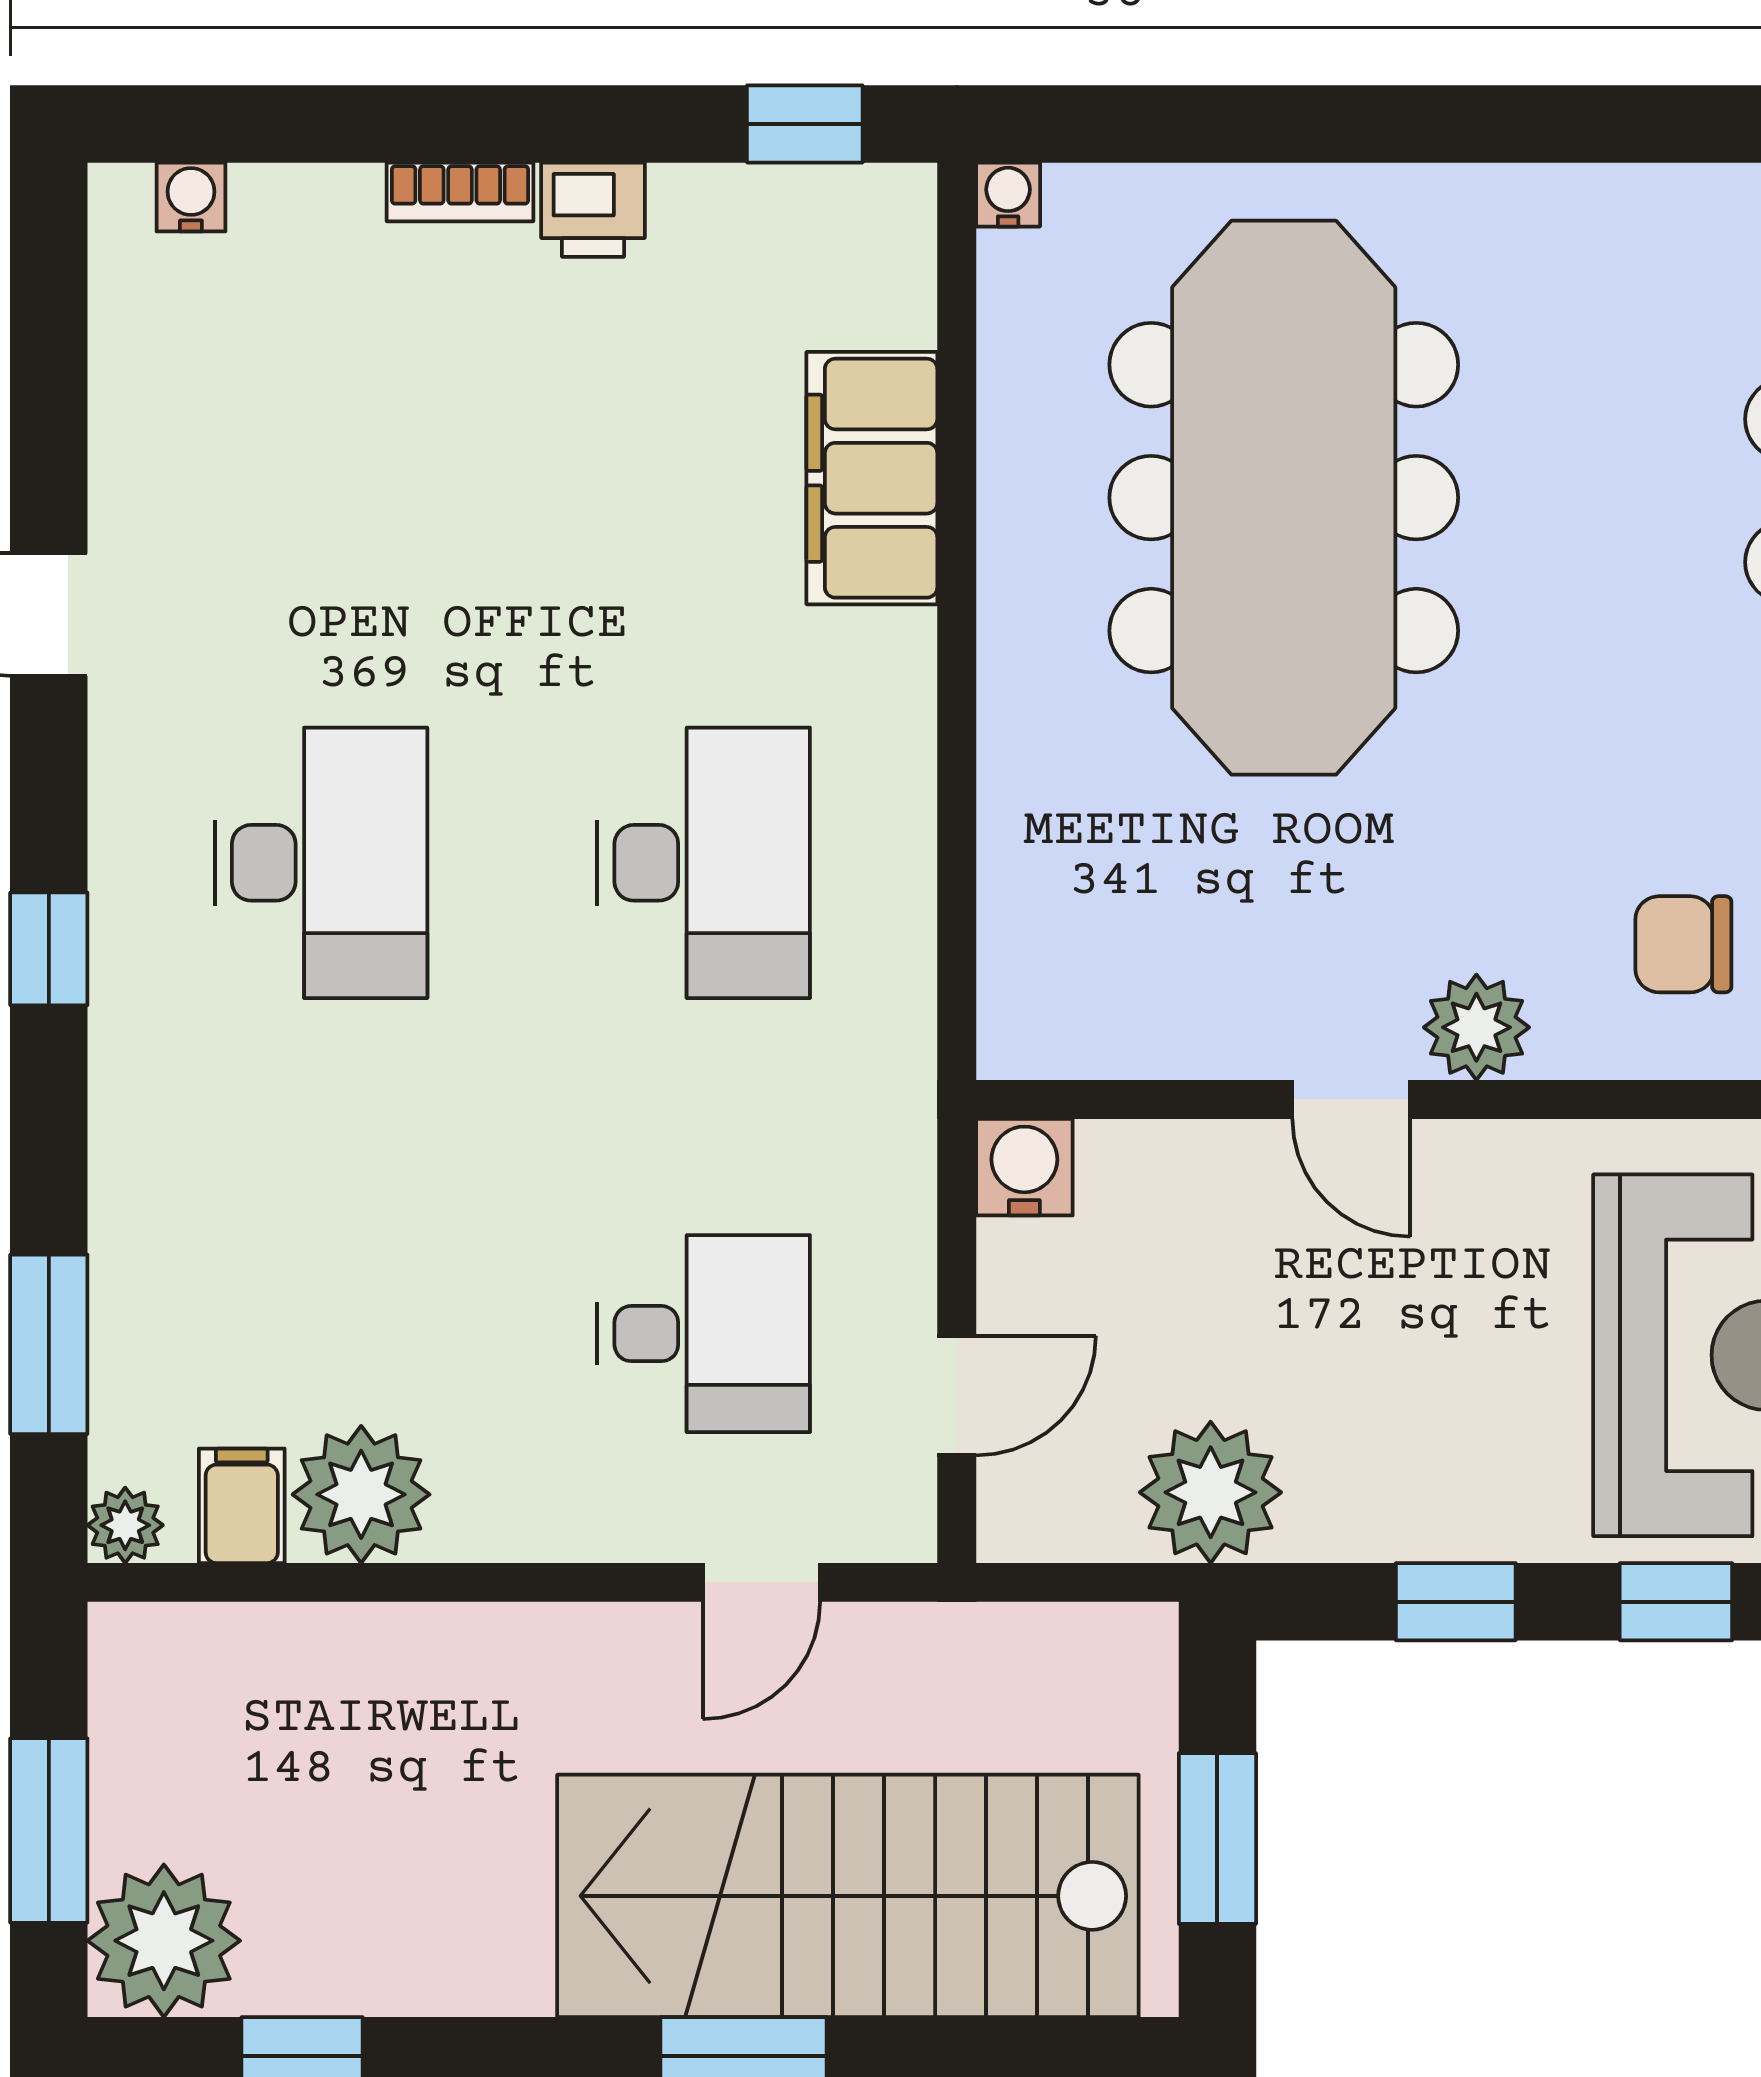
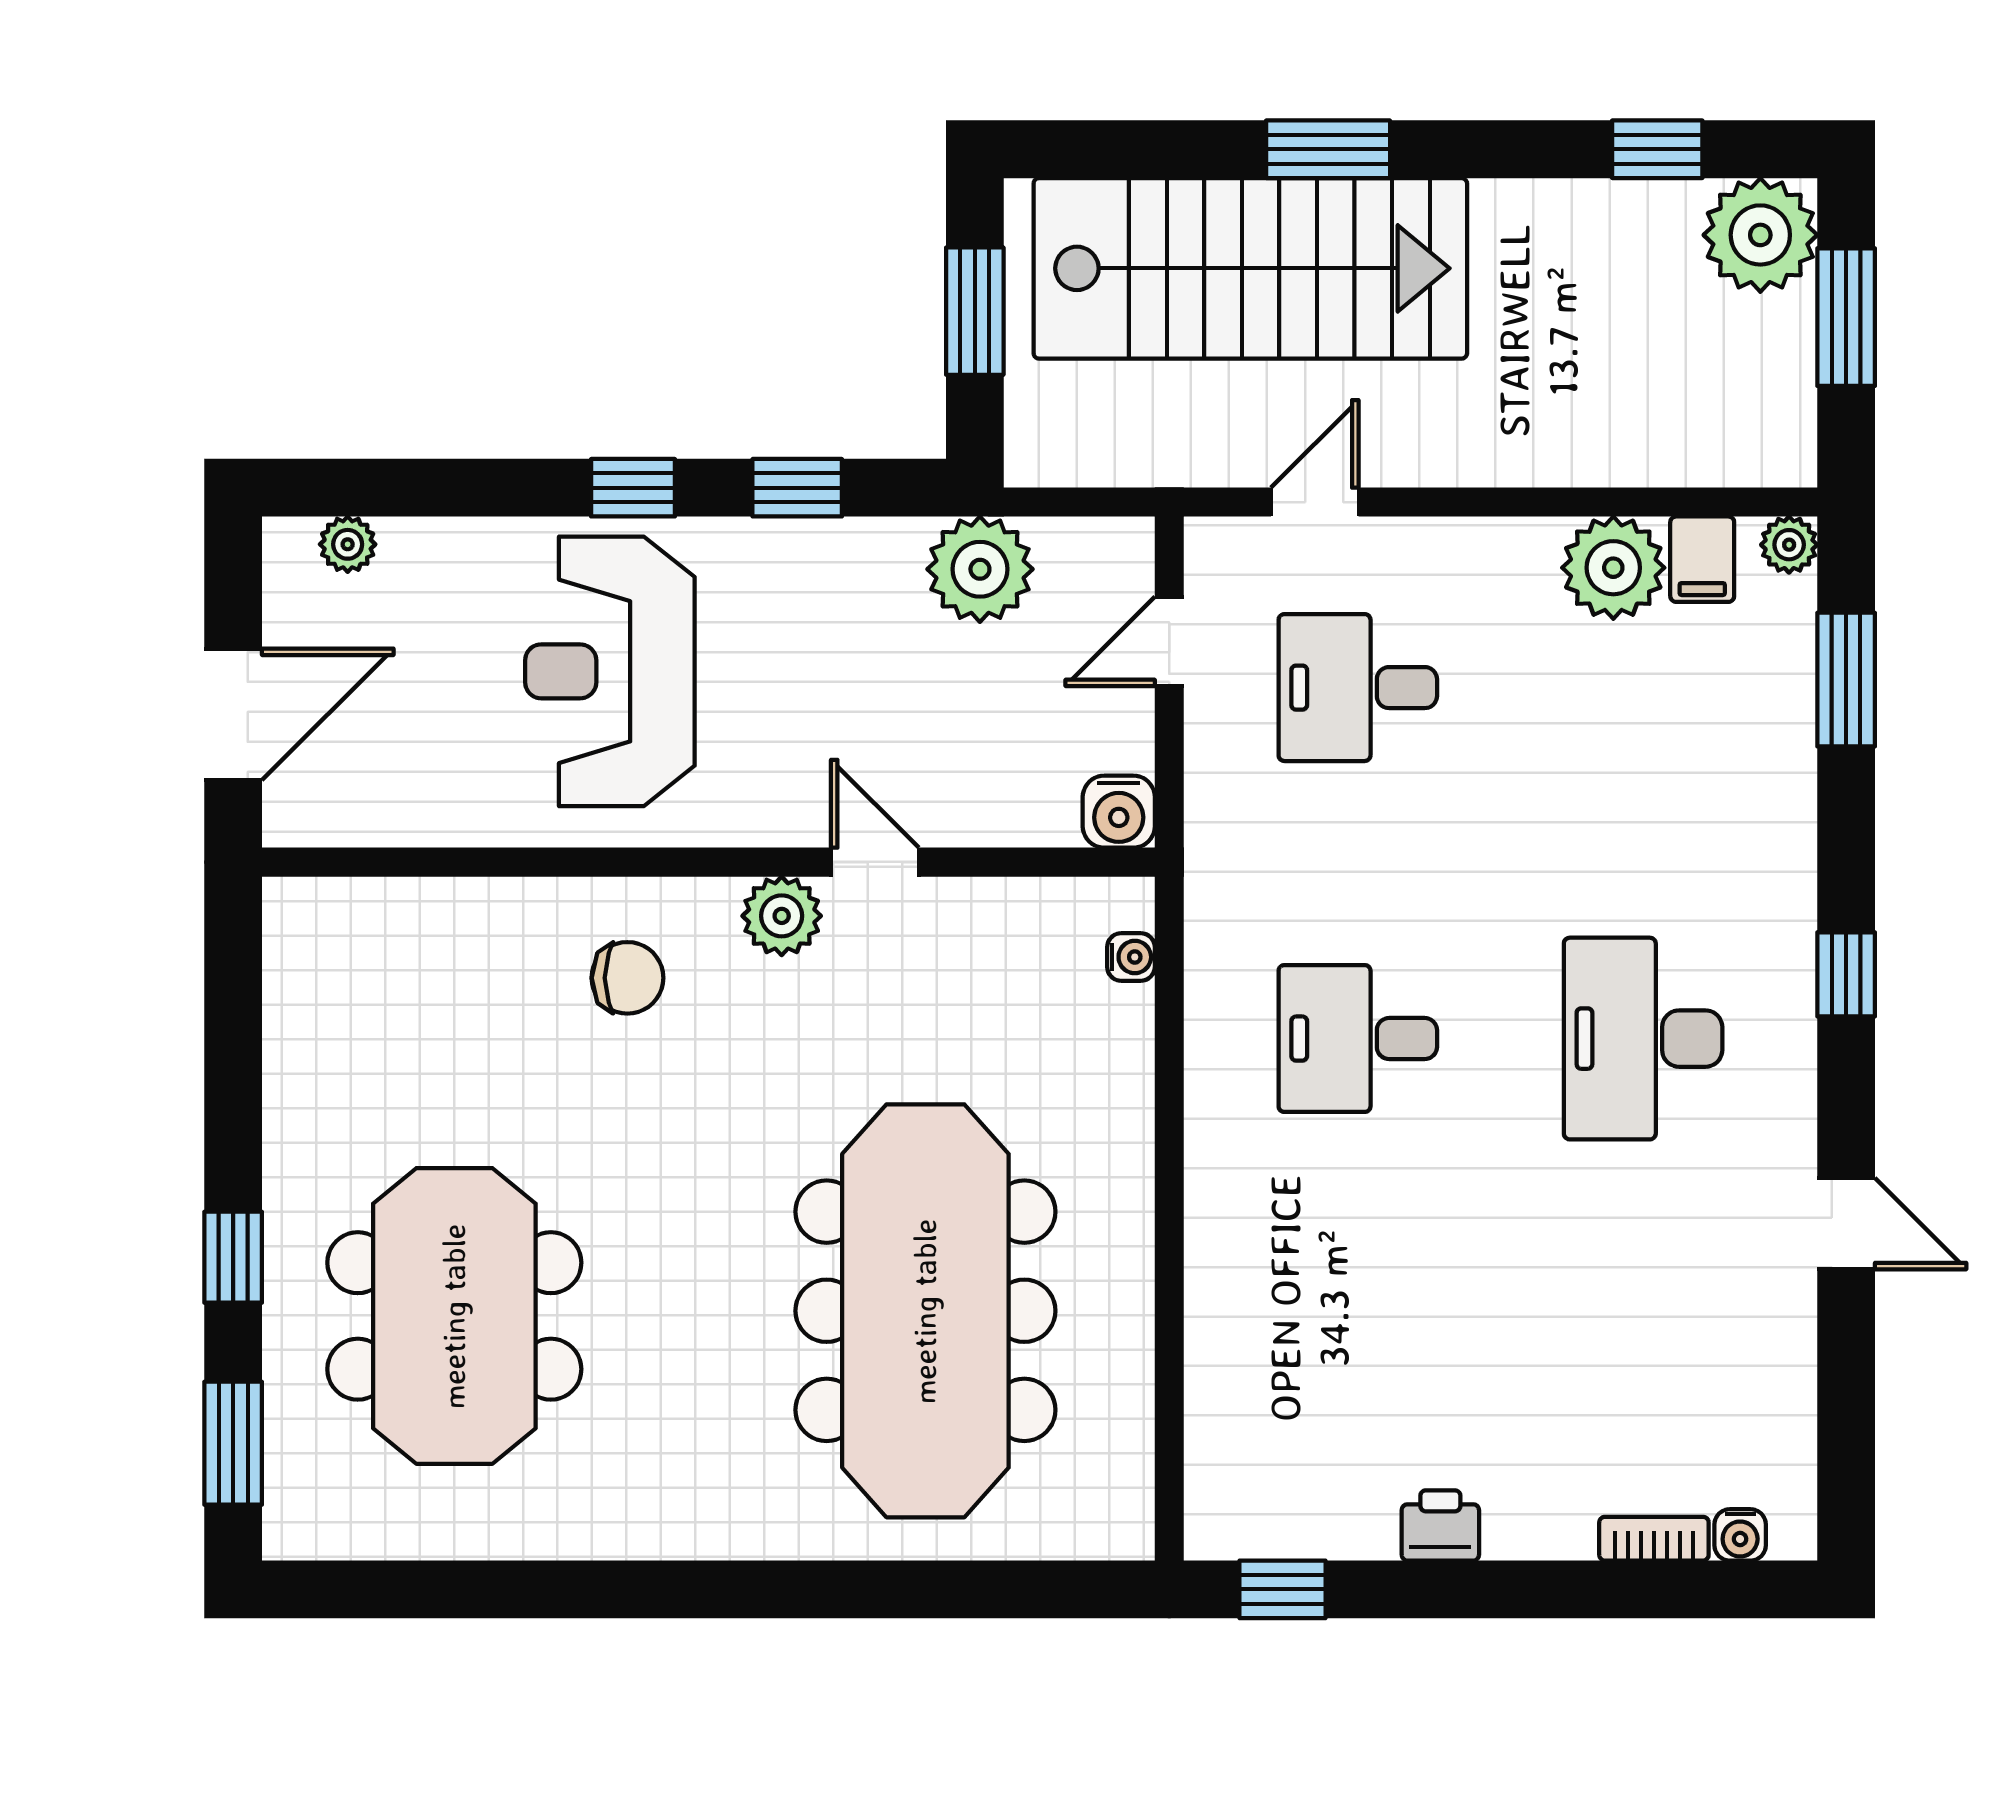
bookcase: (460, 192) -> (1654, 1539), moved
water cooler: (1008, 195) -> (1131, 957), moved, turned -90
filing cabinet: (872, 478) -> (1232, 1325), removed
desk: (704, 863) -> (1358, 1039), width x0.73

